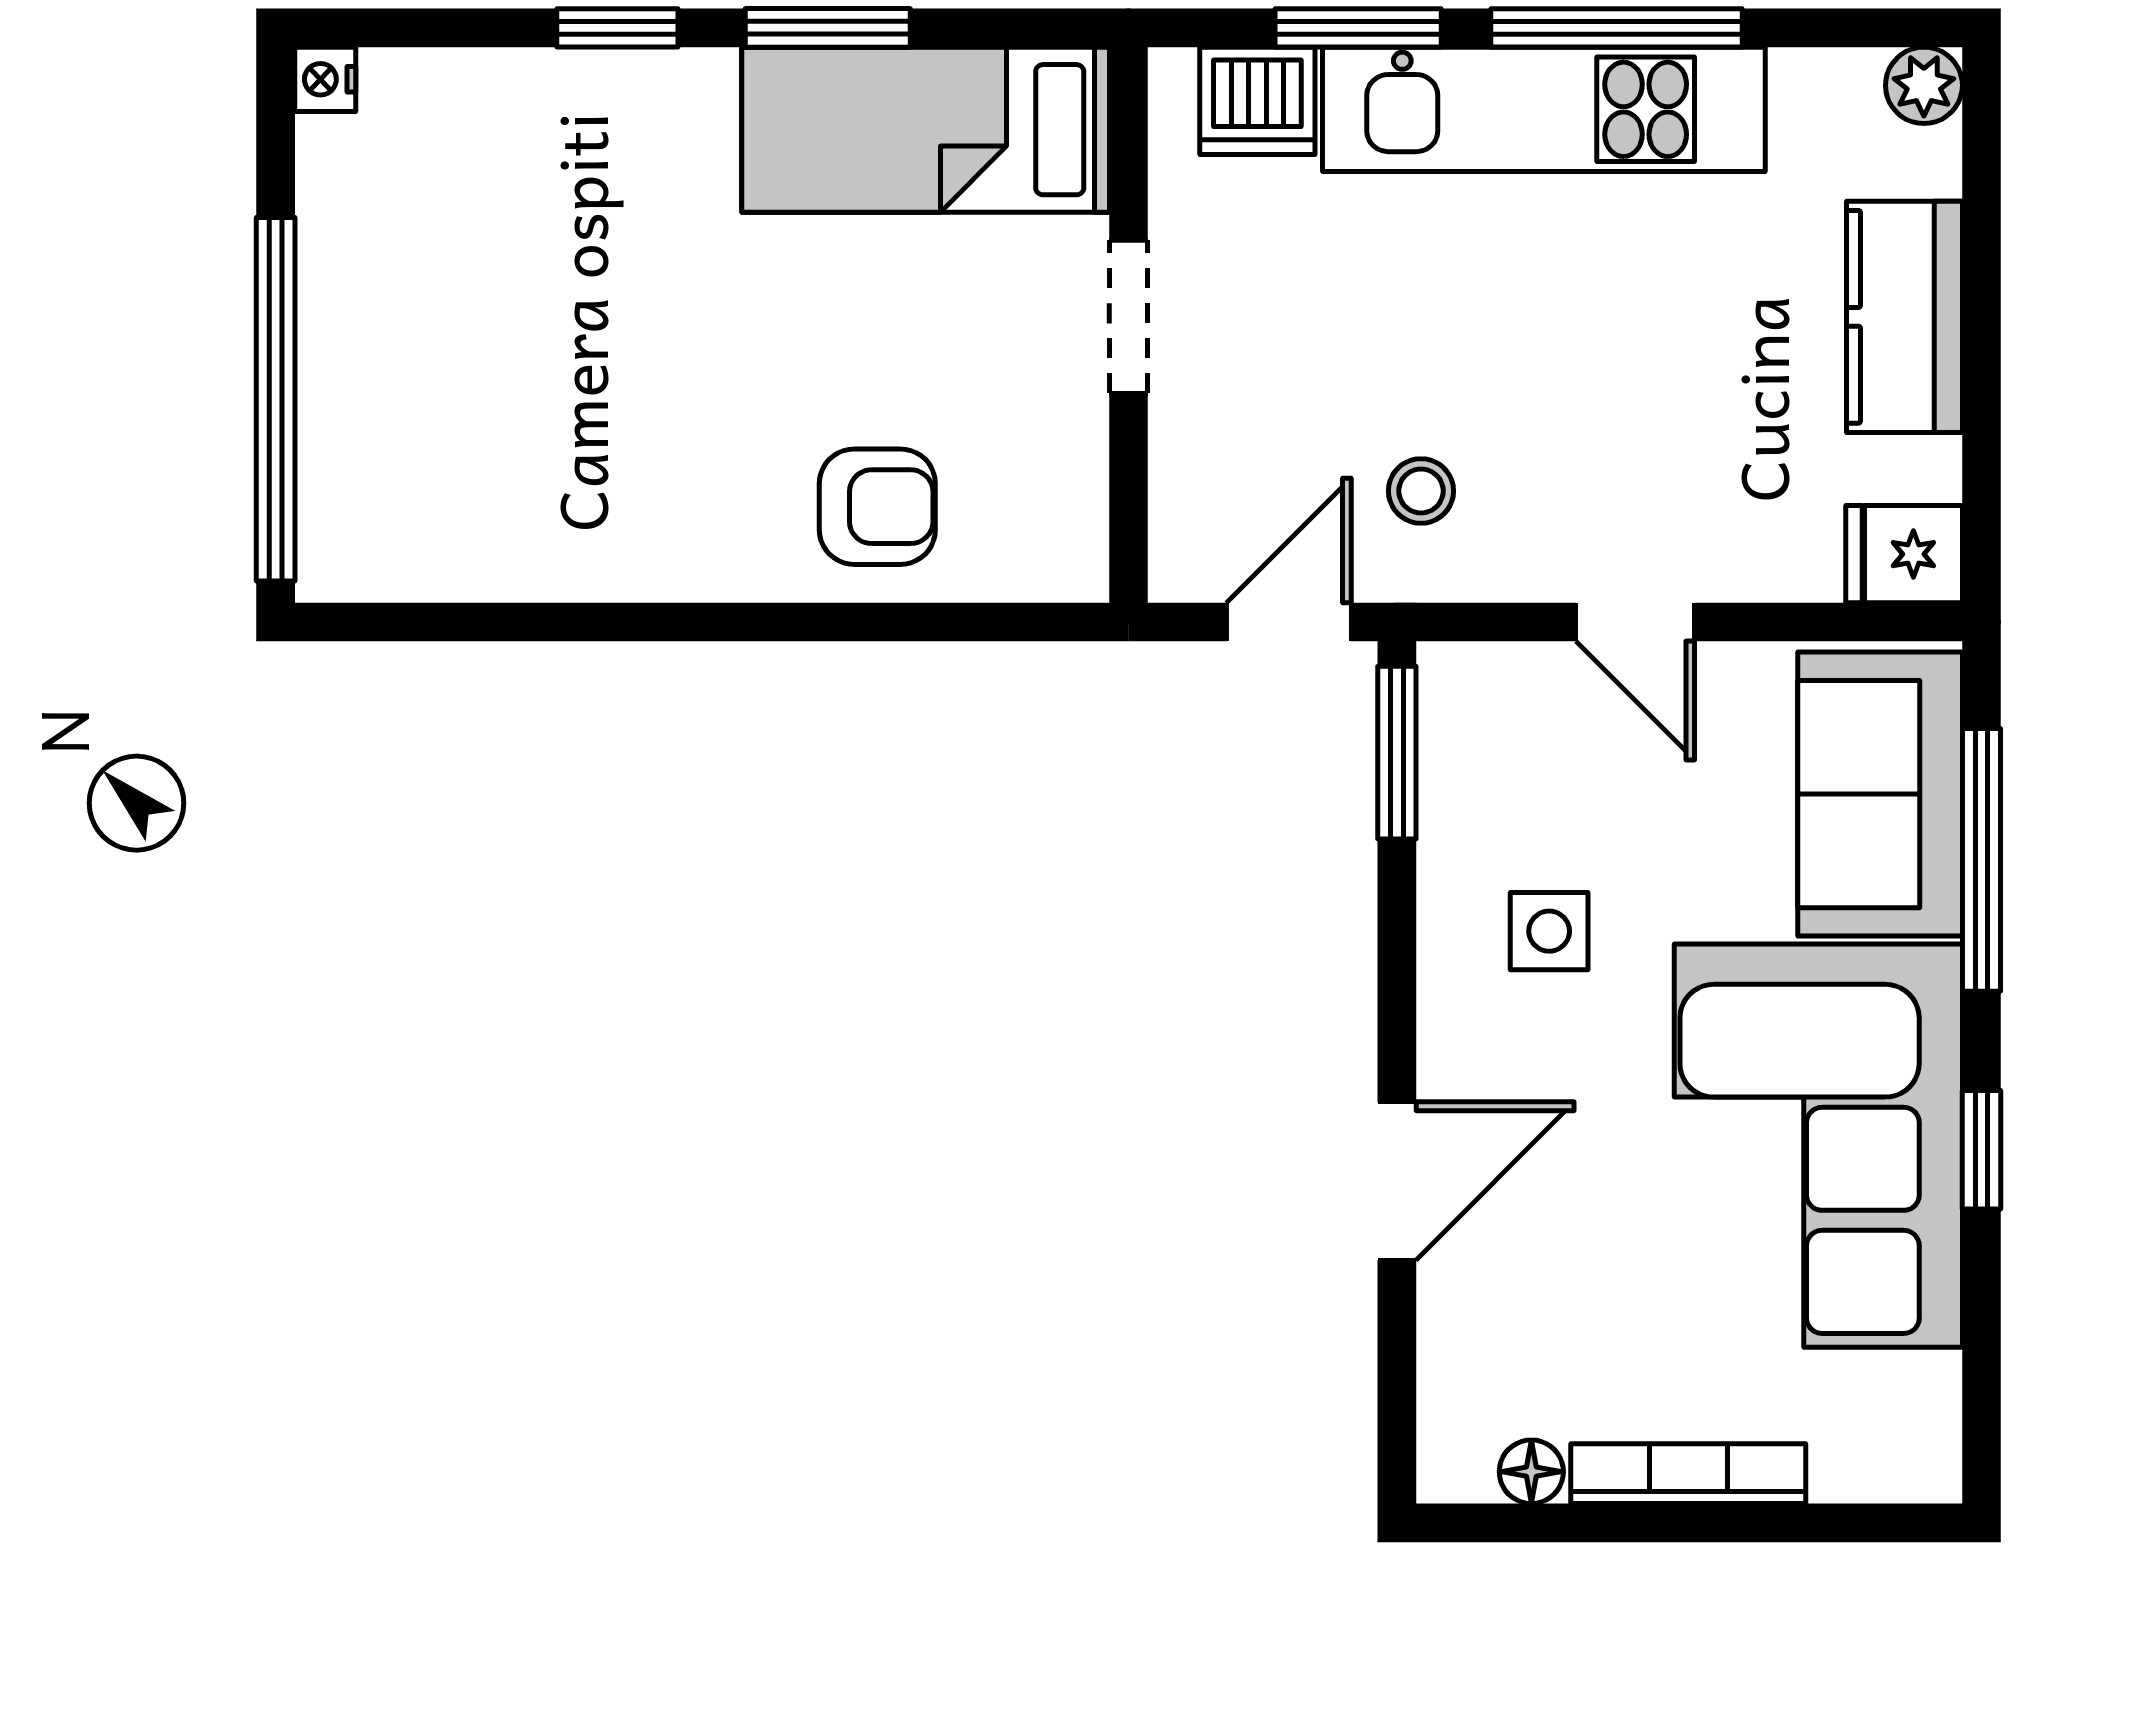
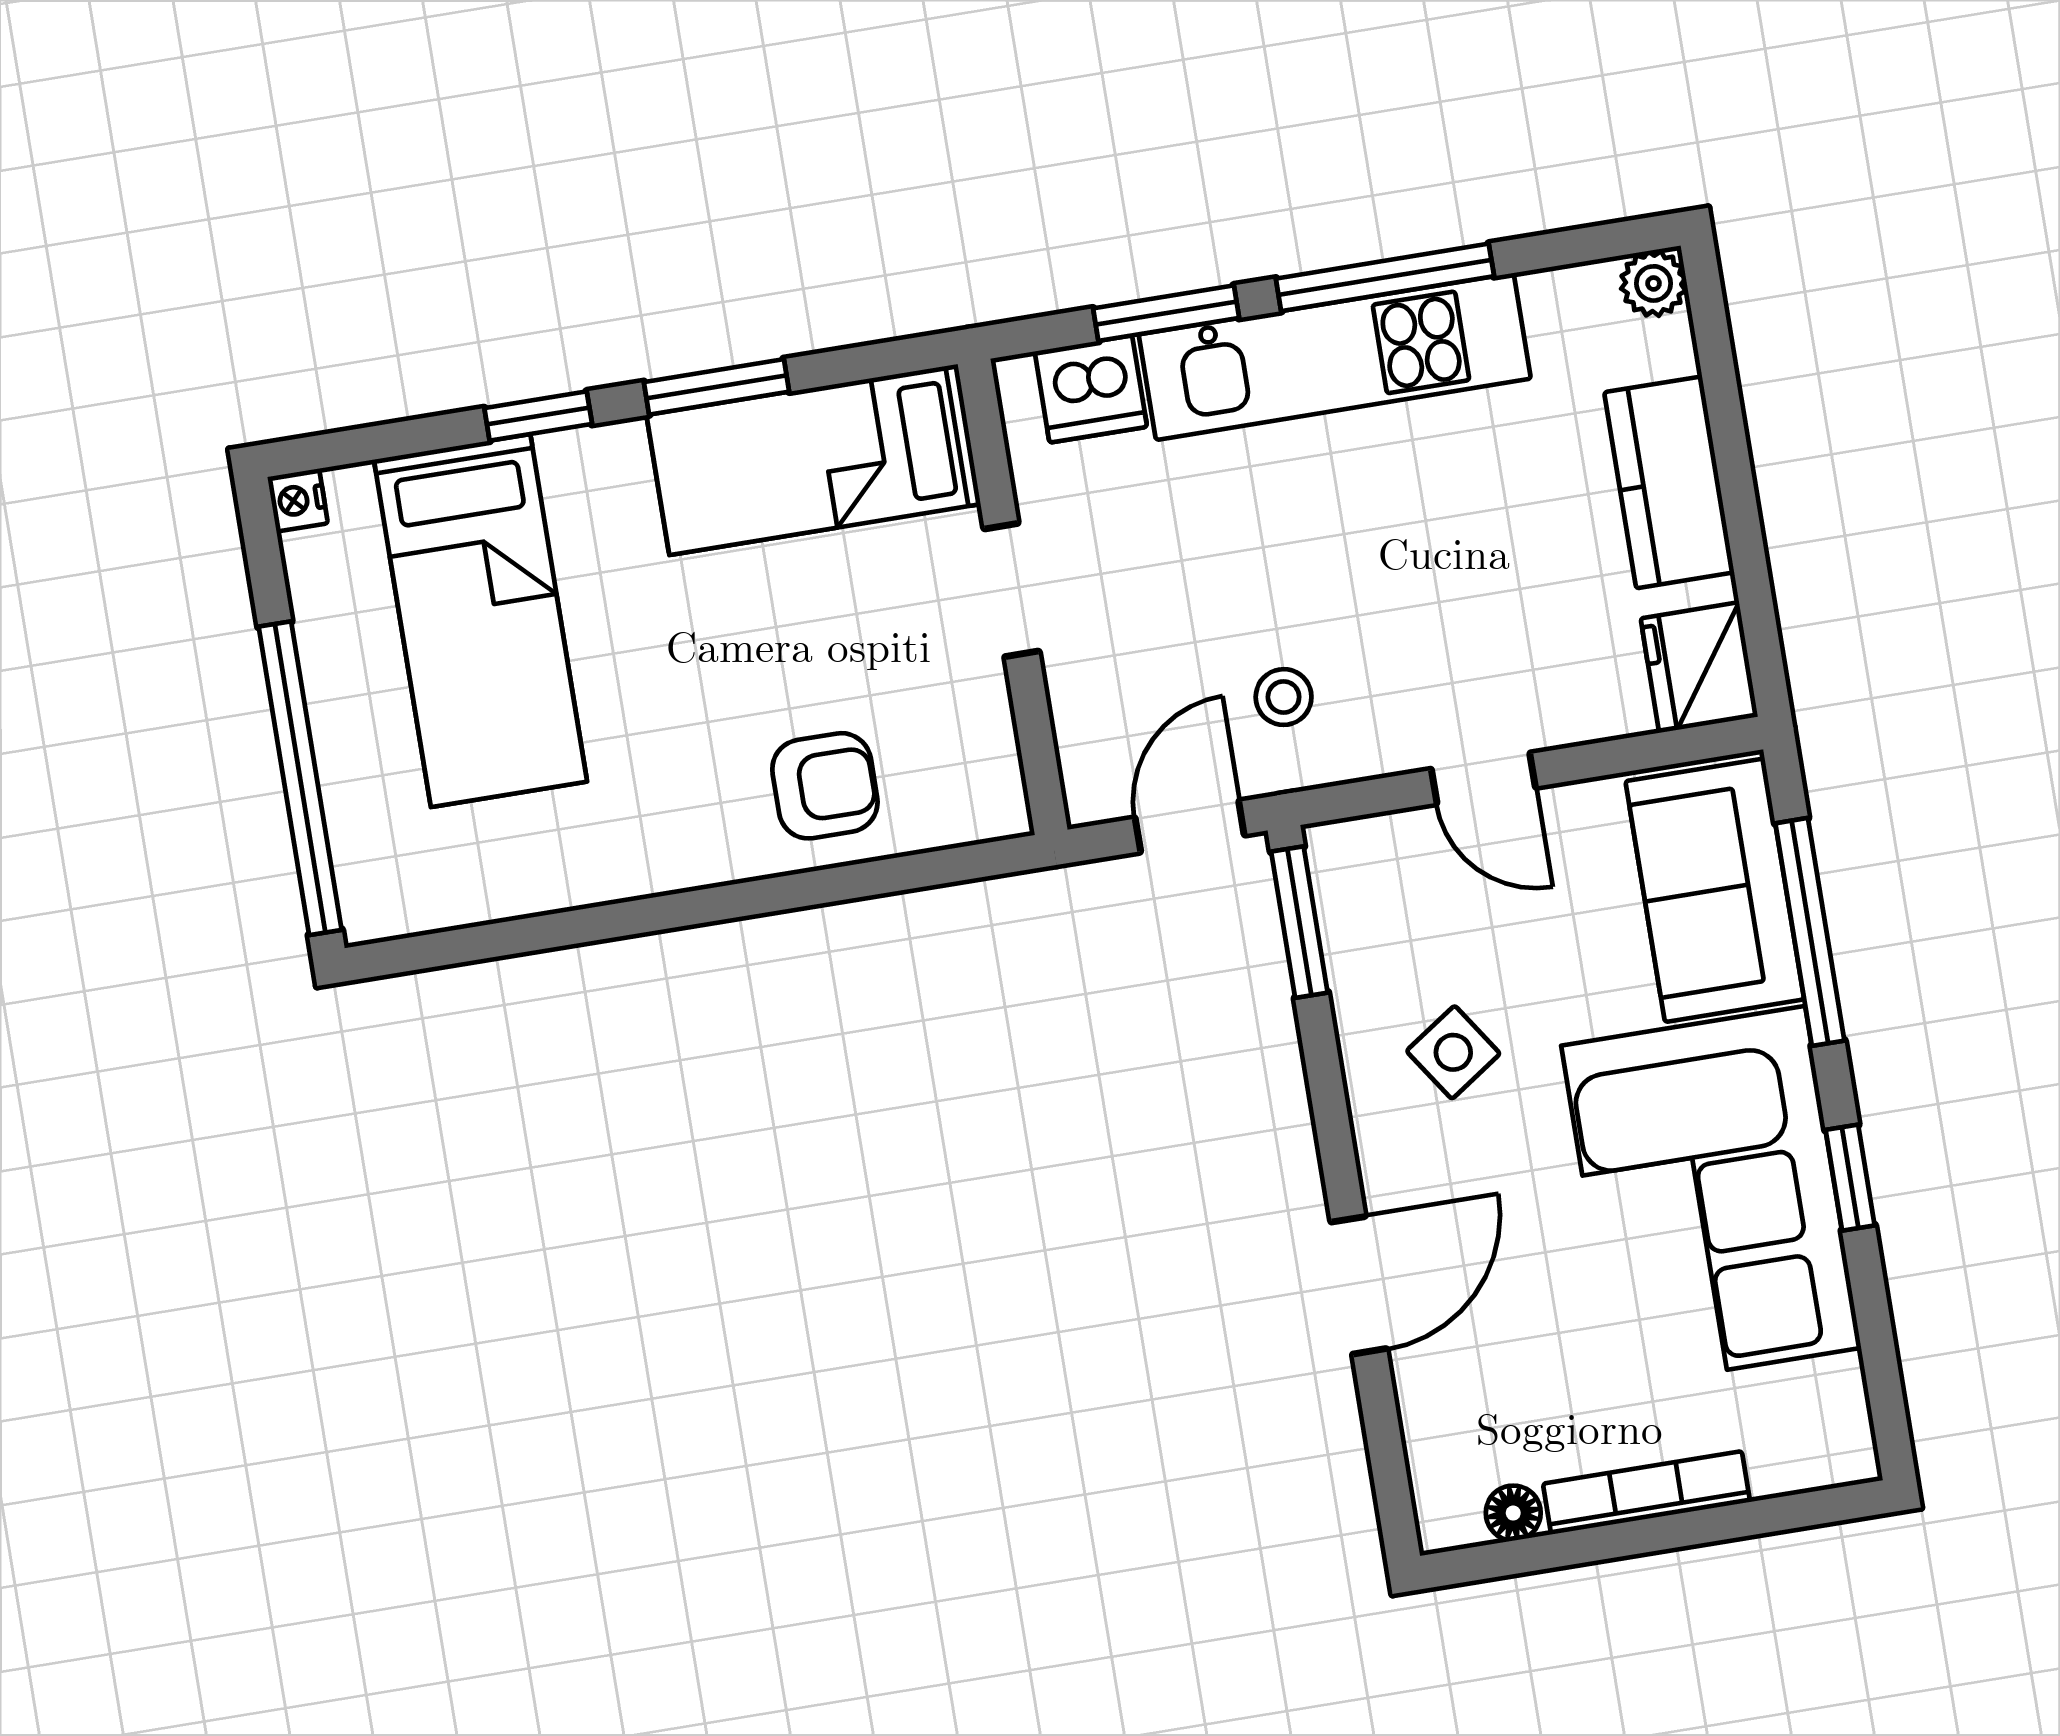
bed: (513, 252) -> (481, 621), added
fridge: (1904, 554) -> (1699, 668), width x1.38
side table: (1549, 931) -> (1453, 1052), turned -34

